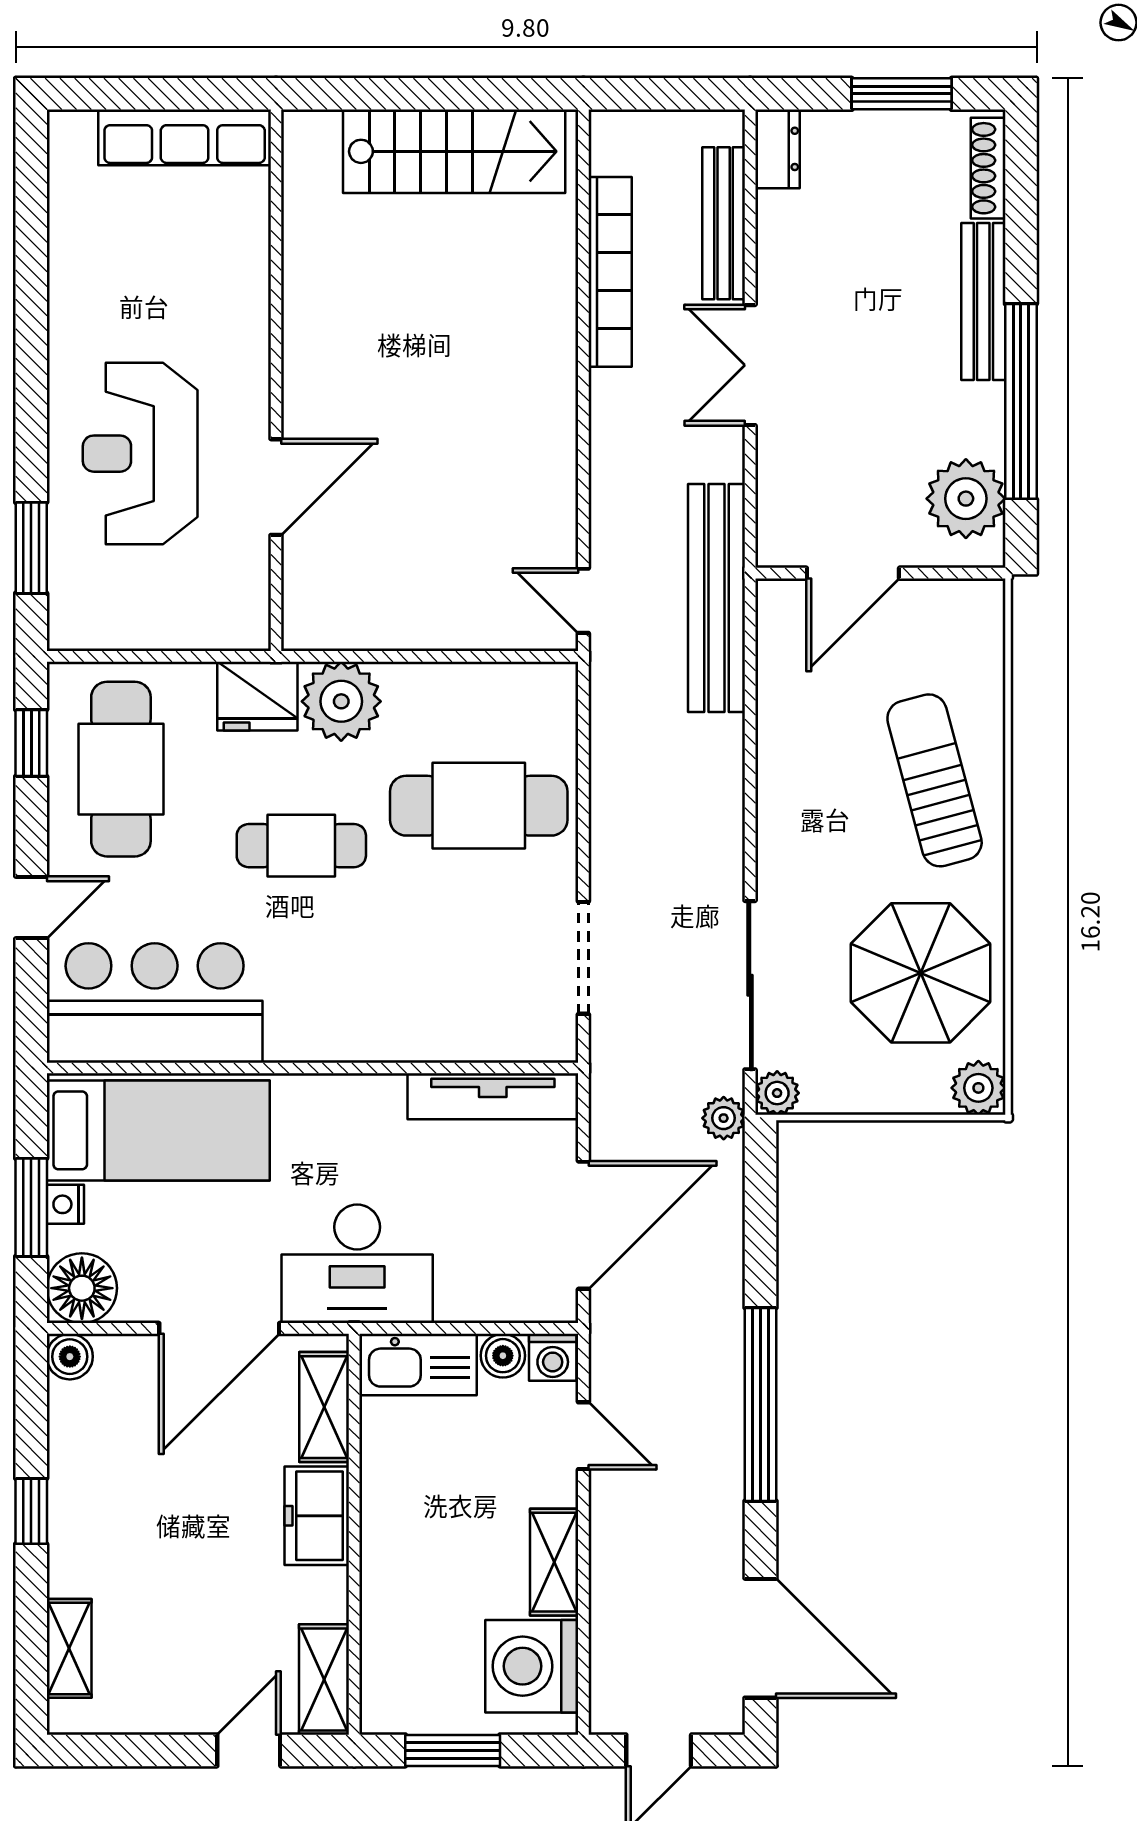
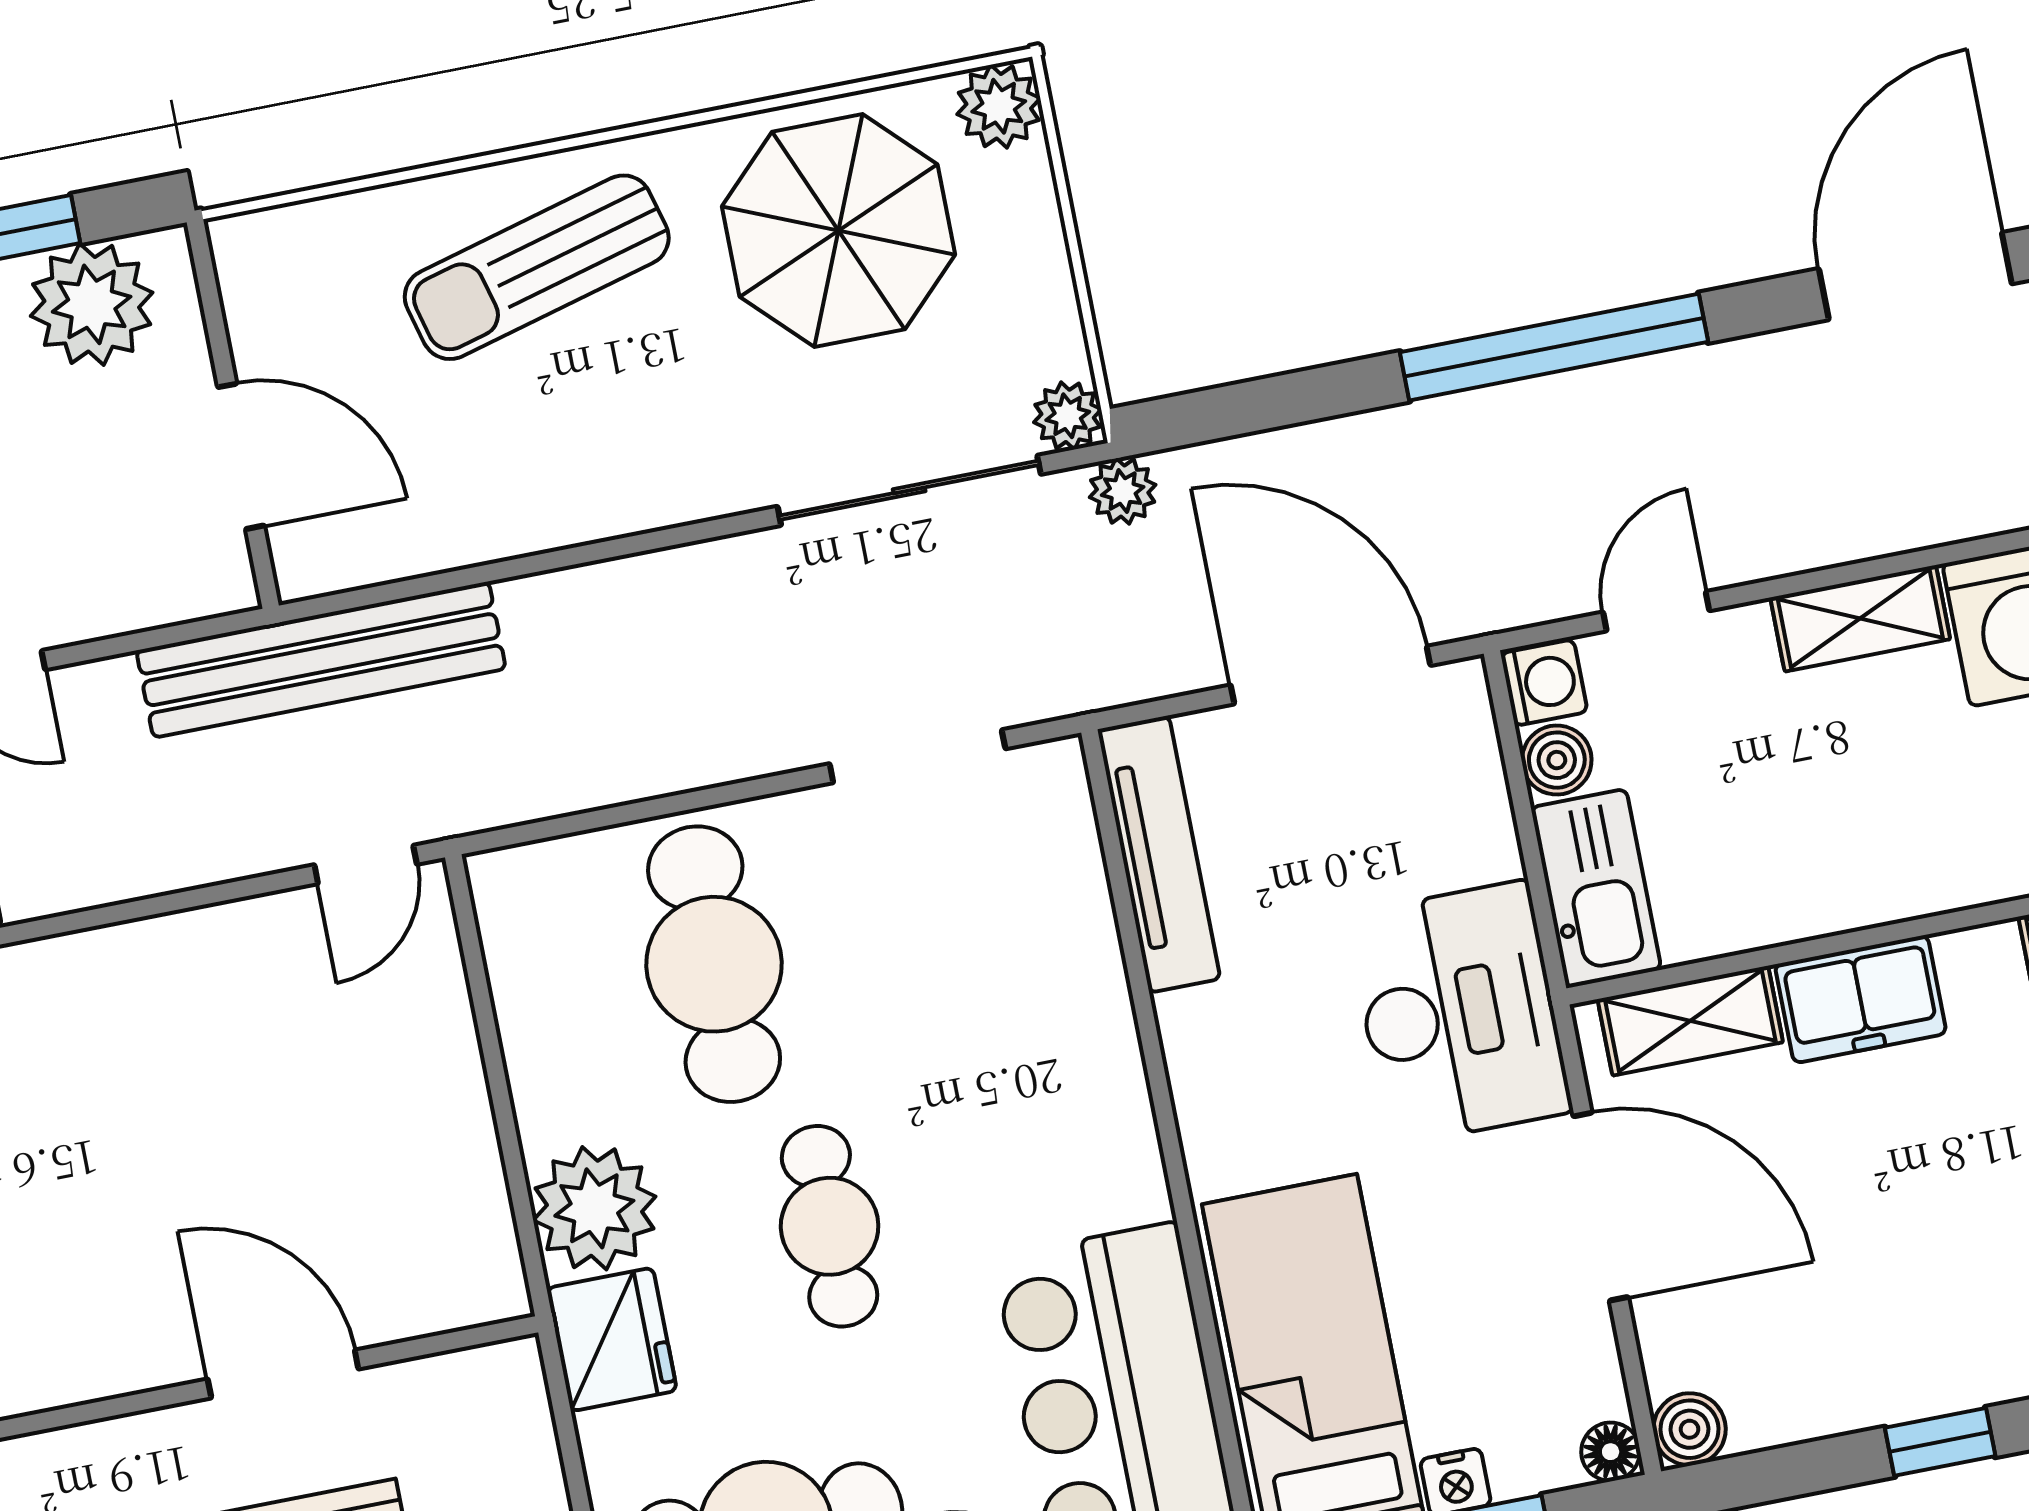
floor lamp: (82, 1288) -> (1611, 1452), width x0.53, depth x0.53

